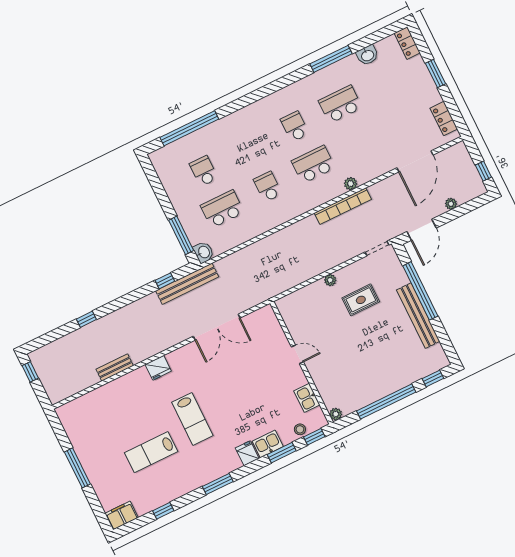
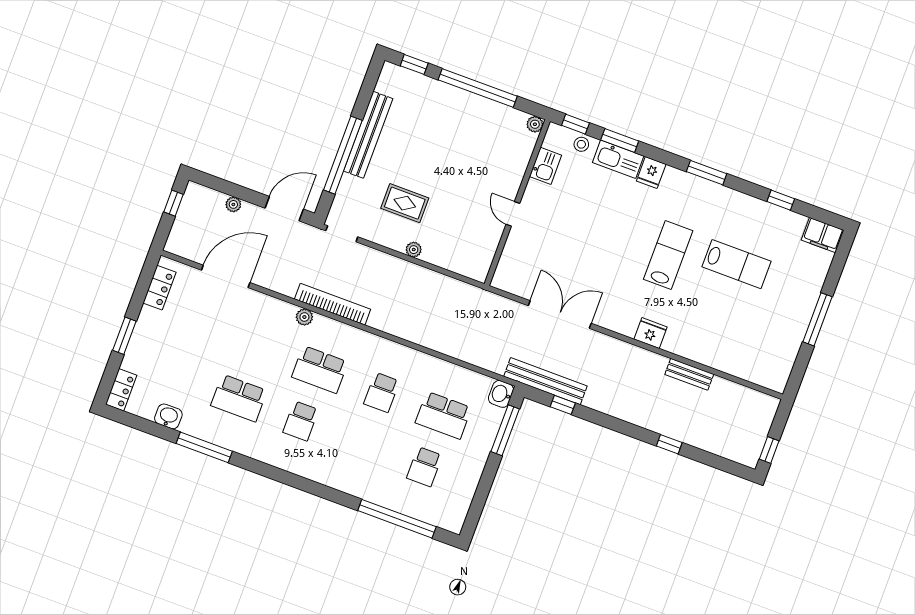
kitchen sink: (268, 444) -> (618, 159), width x1.38

